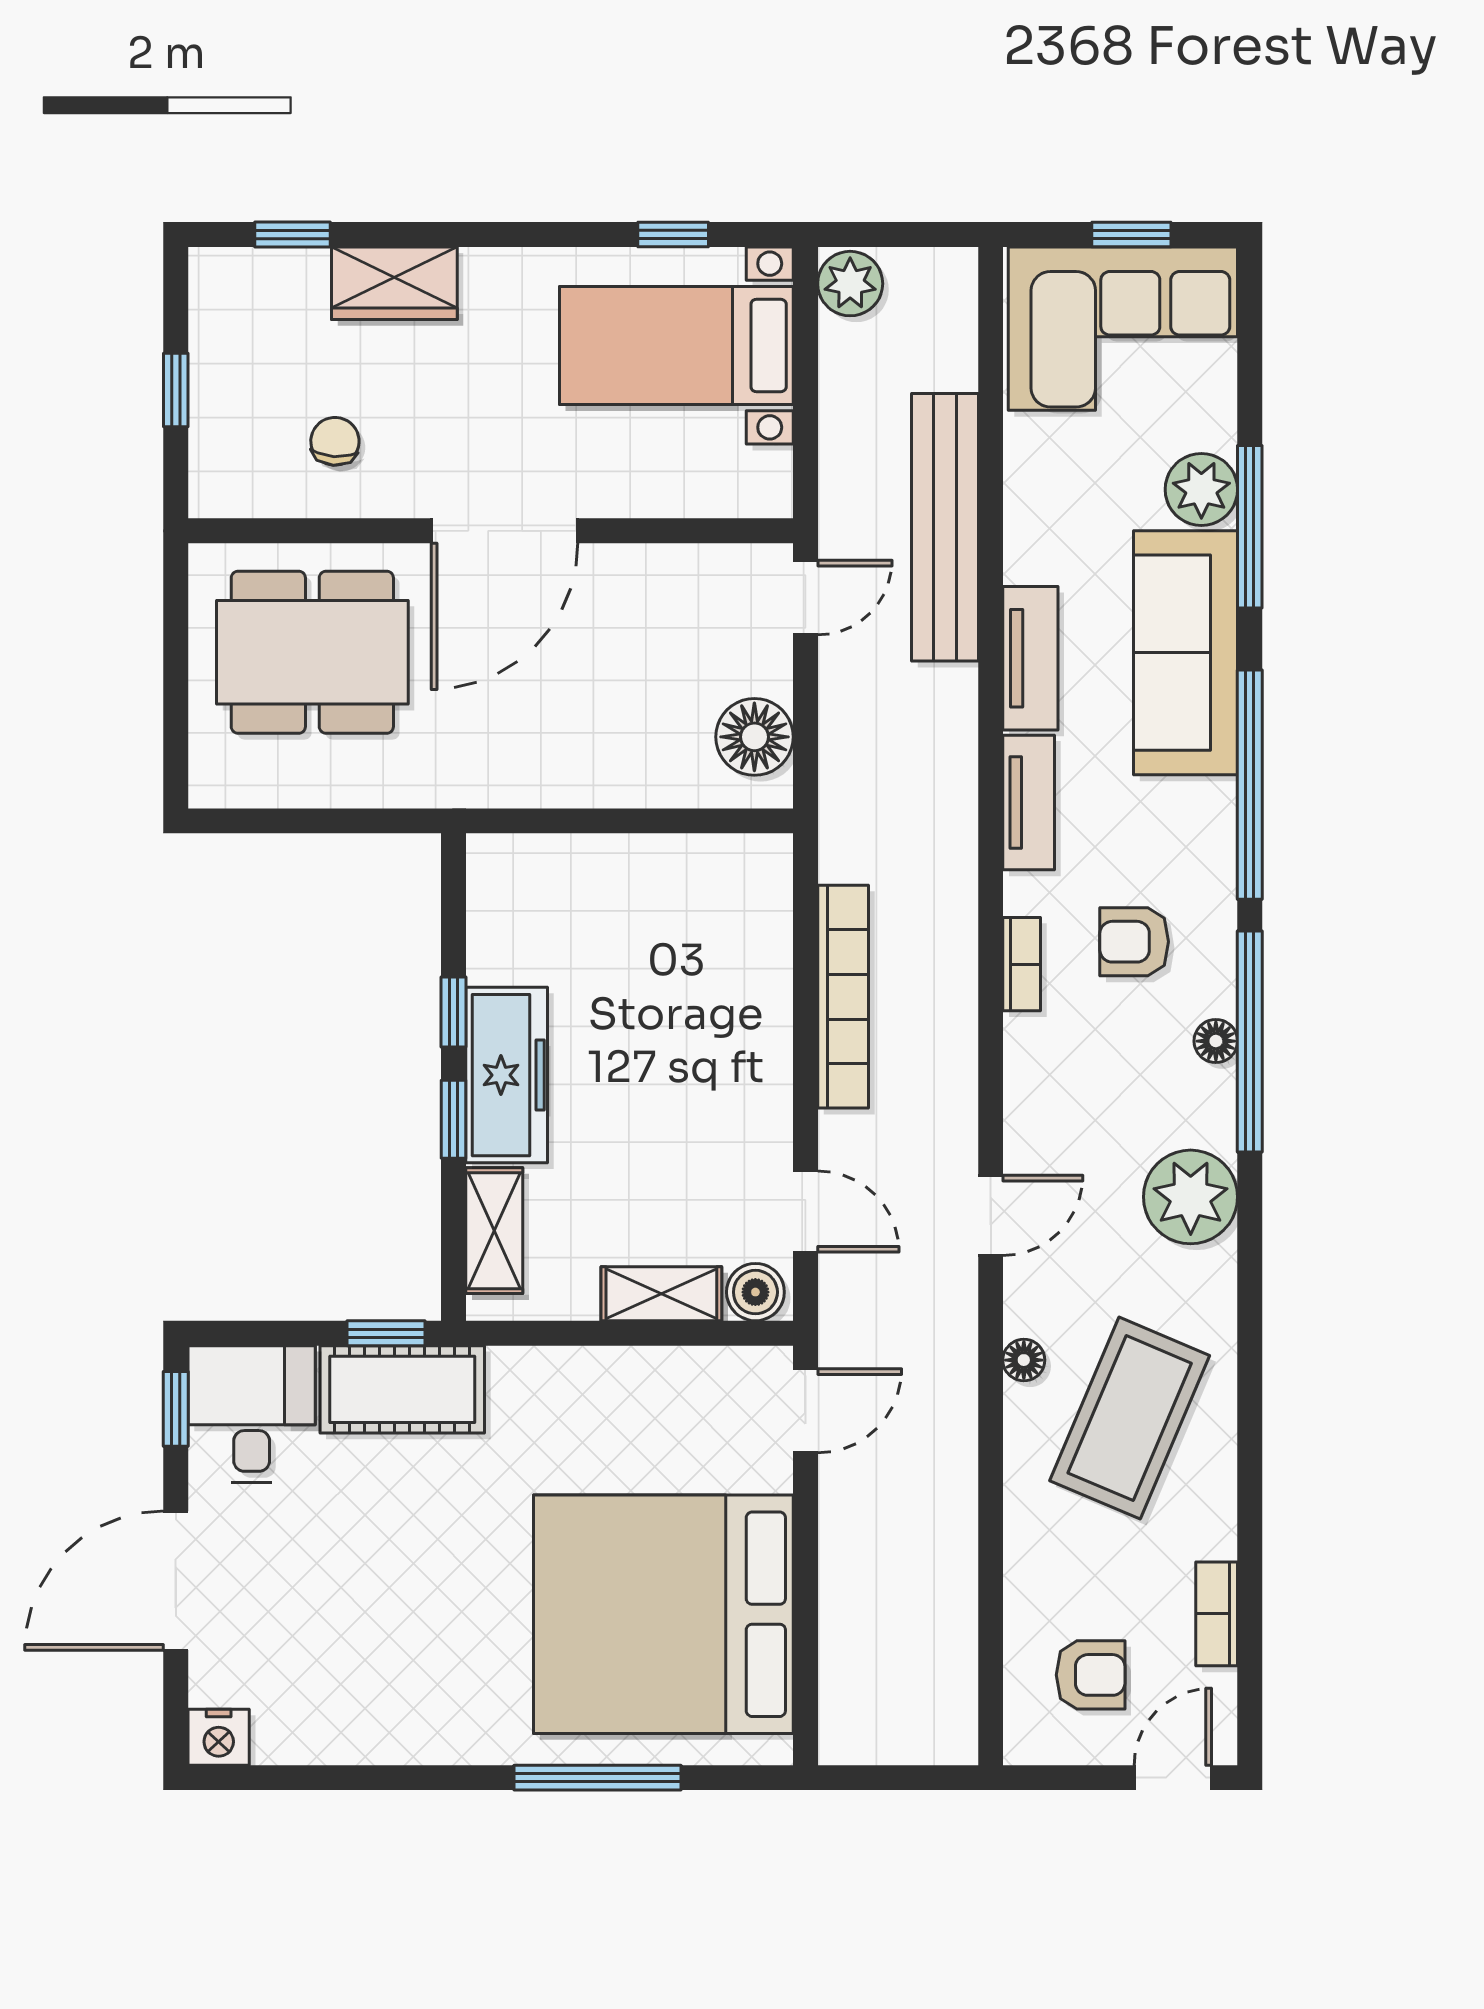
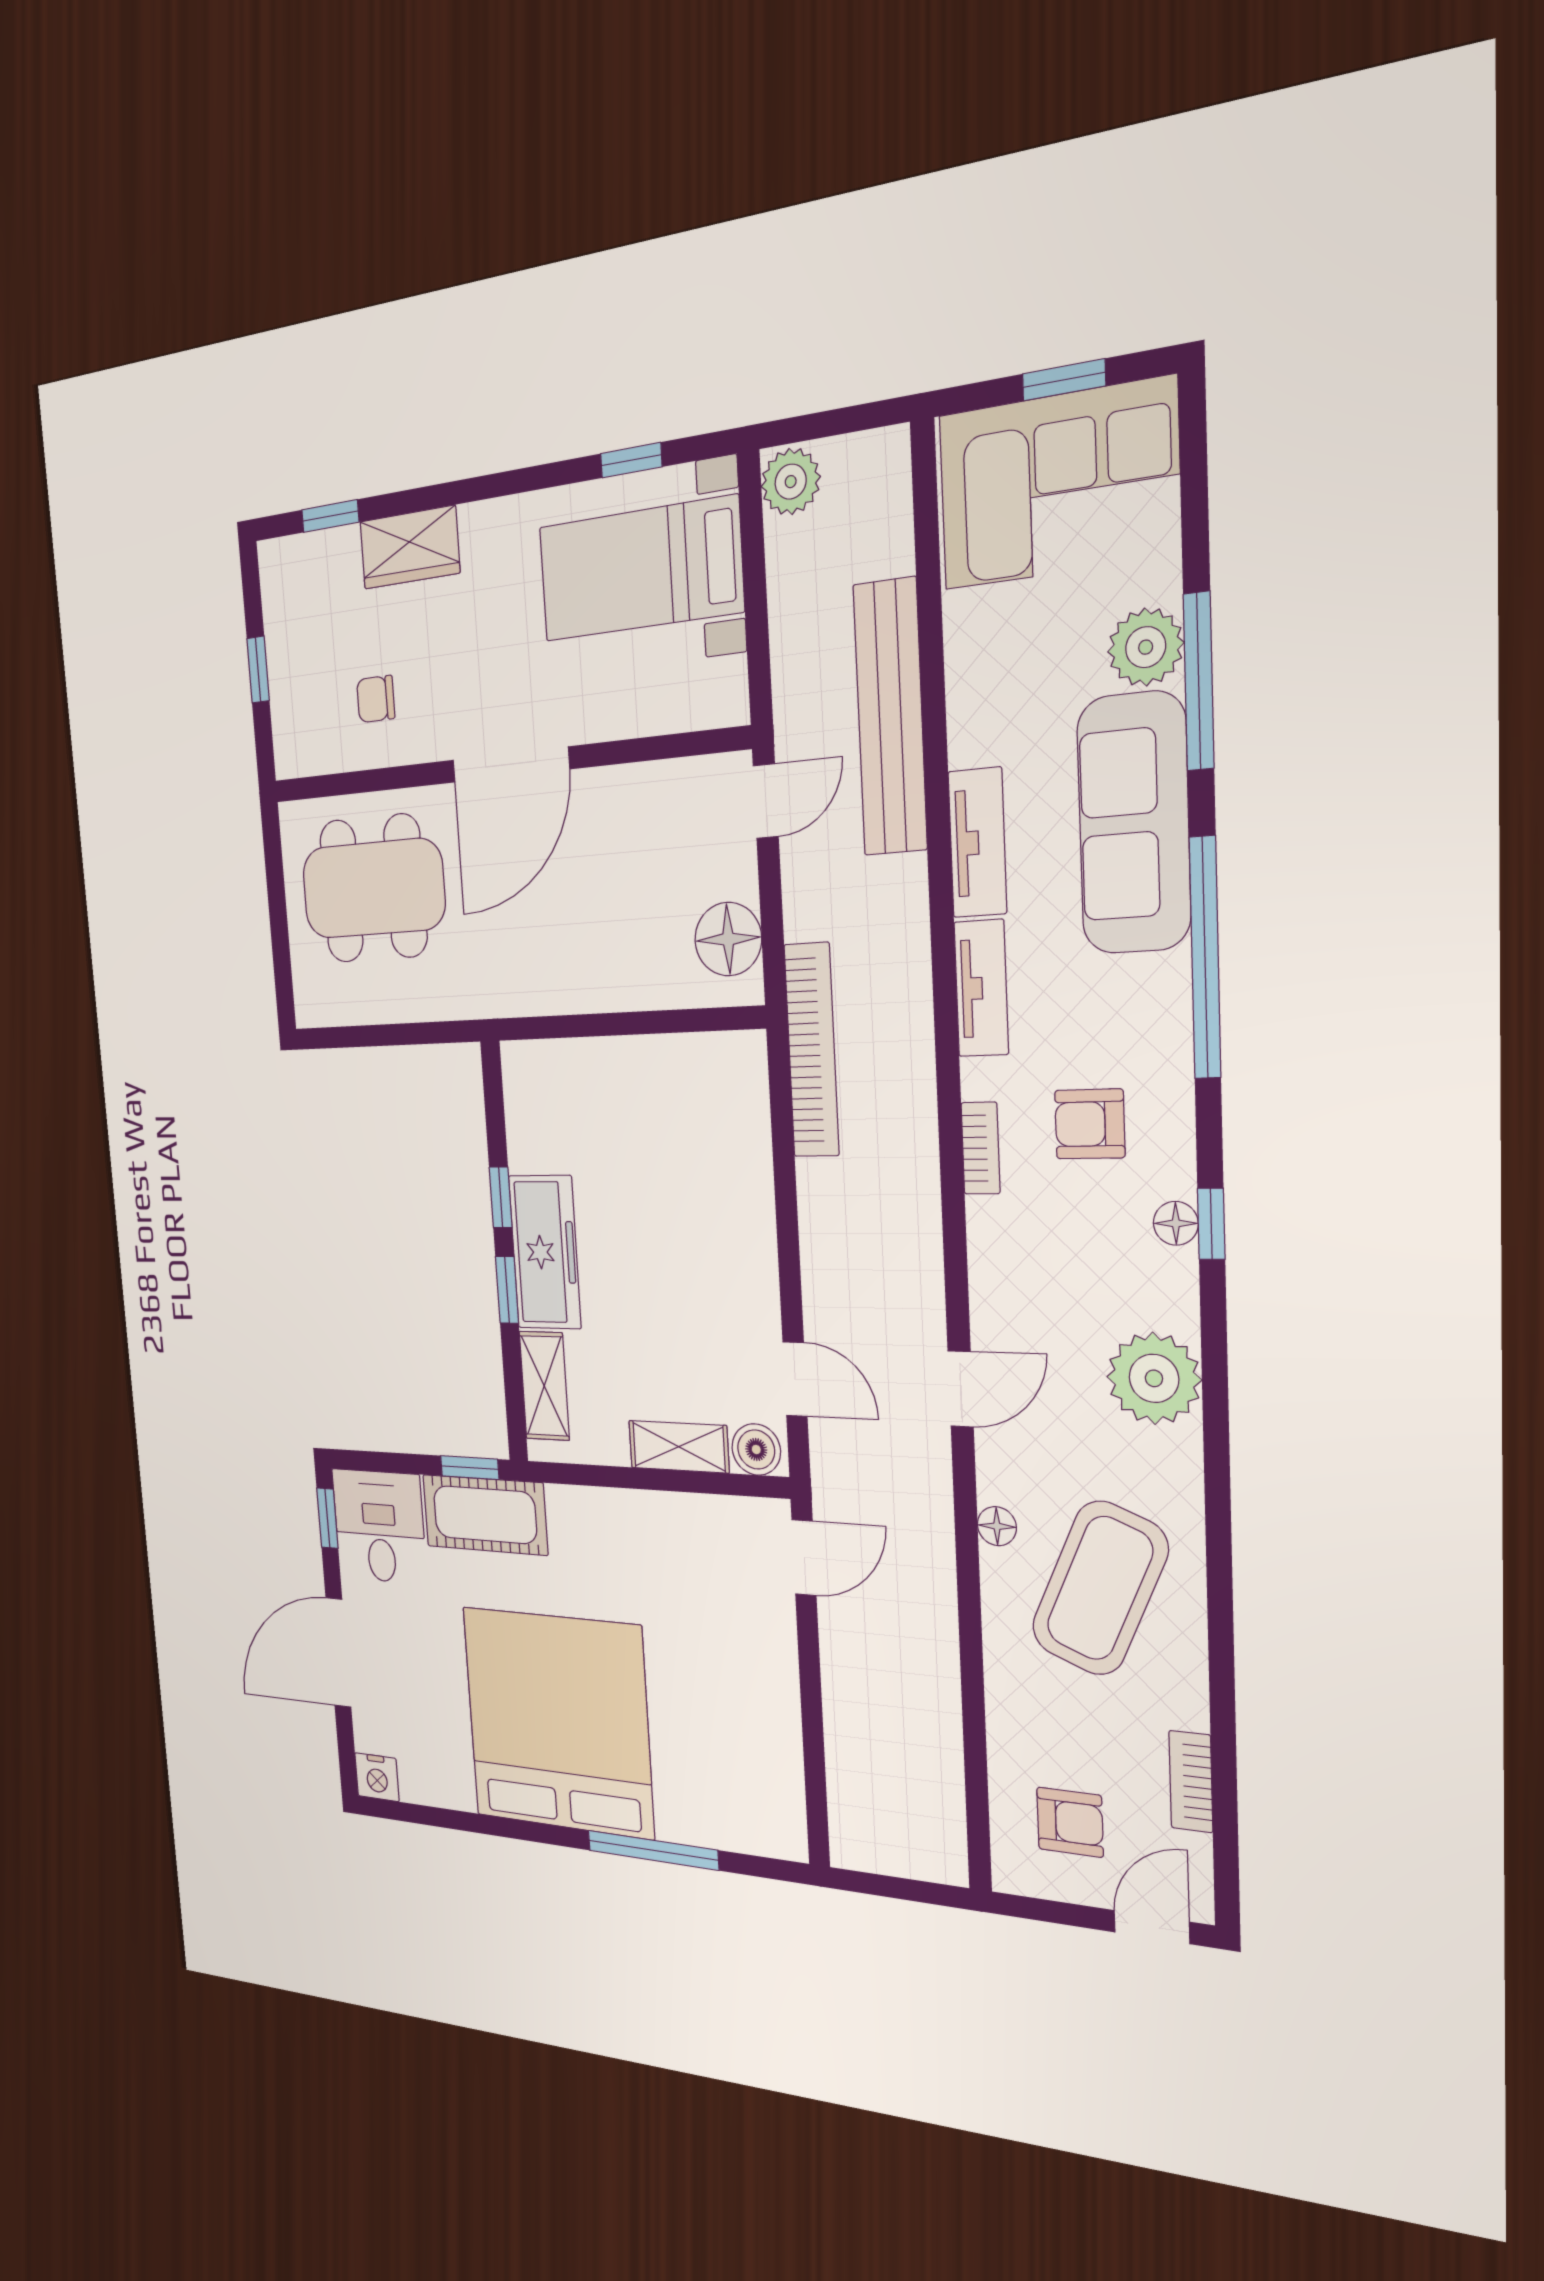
chair: (335, 441) -> (376, 699), turned -94
bookcase: (843, 997) -> (812, 1050), moved
window: (1250, 1042) -> (1211, 1224), width x0.32
bed: (663, 1614) -> (558, 1722), moved, turned 90

